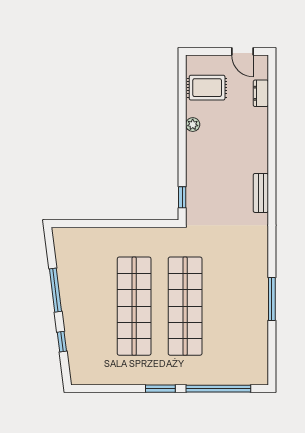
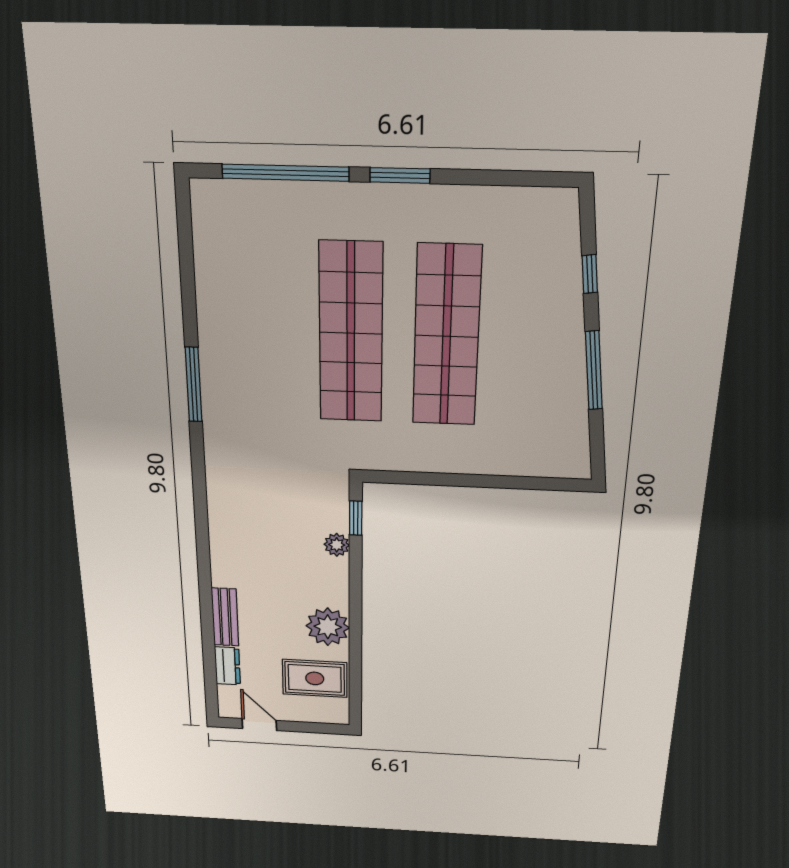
plant: (193, 125) -> (328, 627), width x1.87, depth x1.87
plant: (193, 180) -> (337, 545), added
bench: (261, 193) -> (225, 617), moved
window: (272, 299) -> (194, 385), moved

